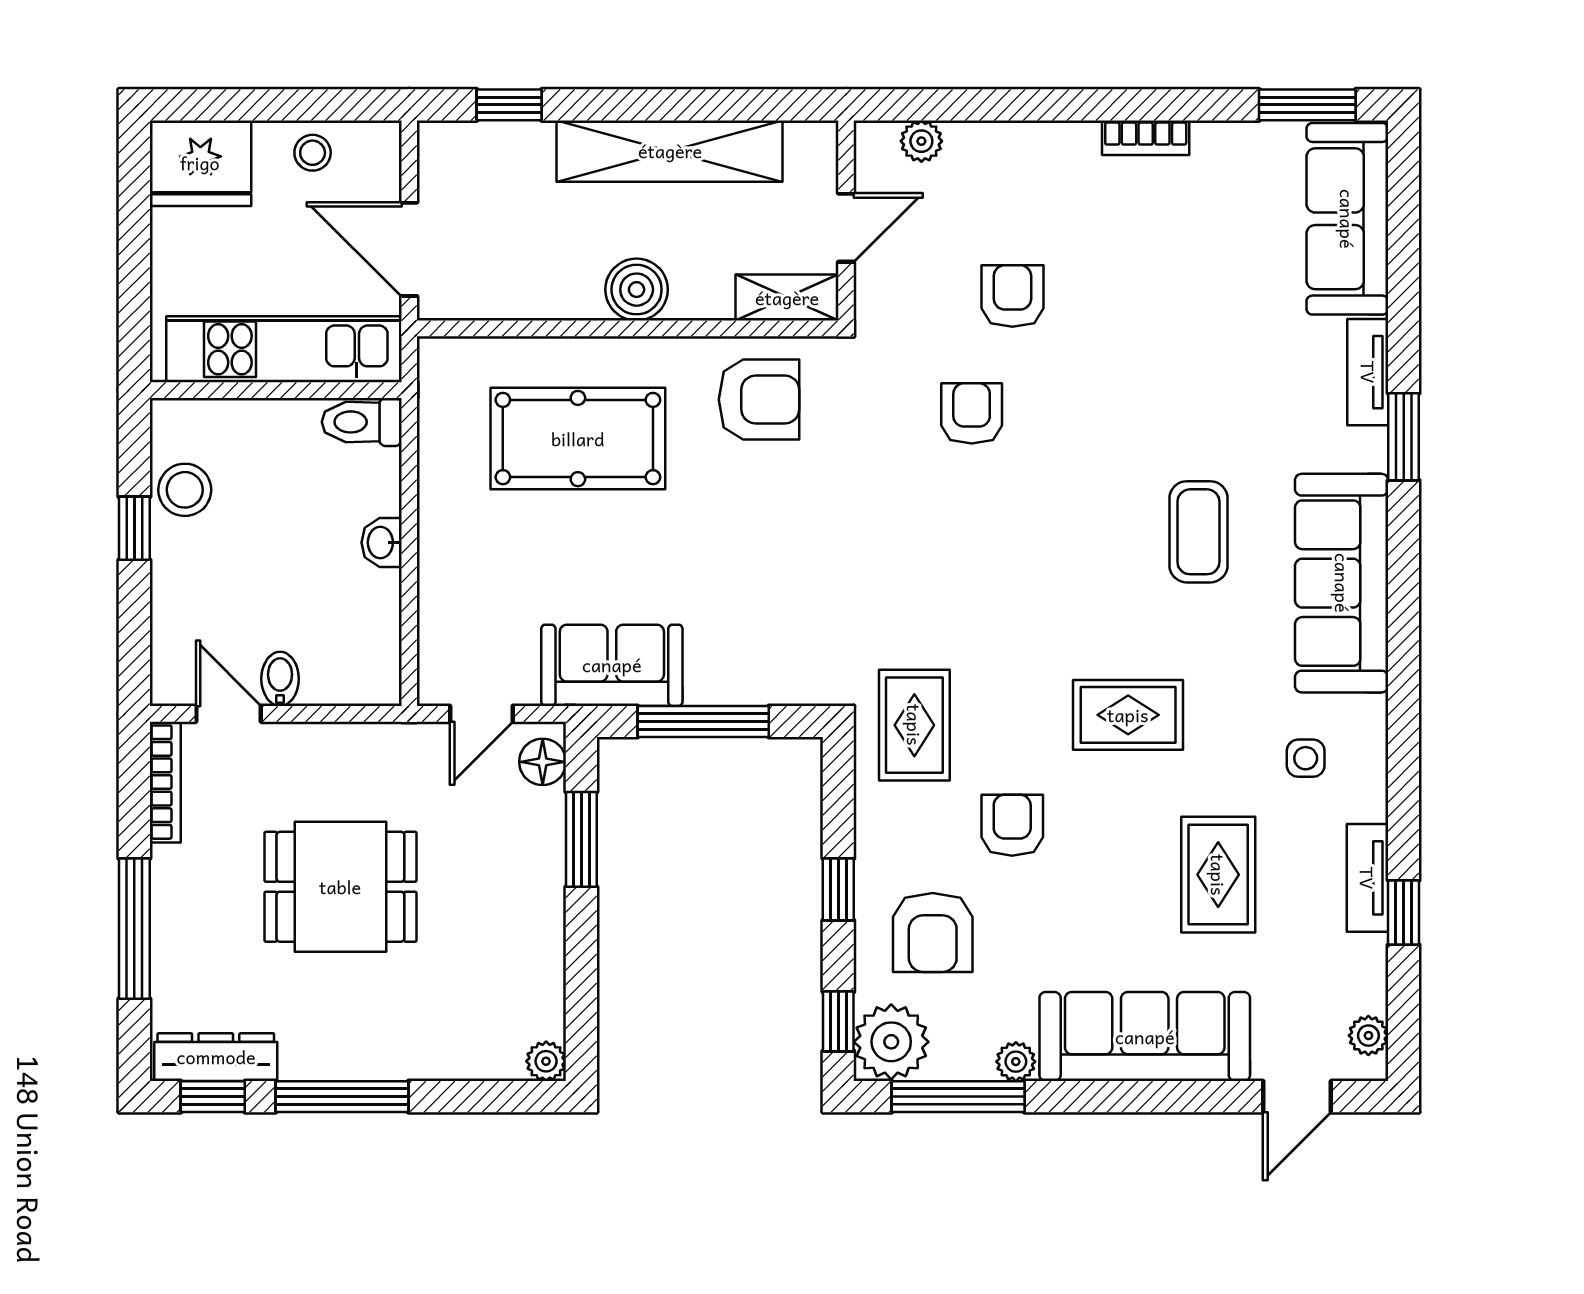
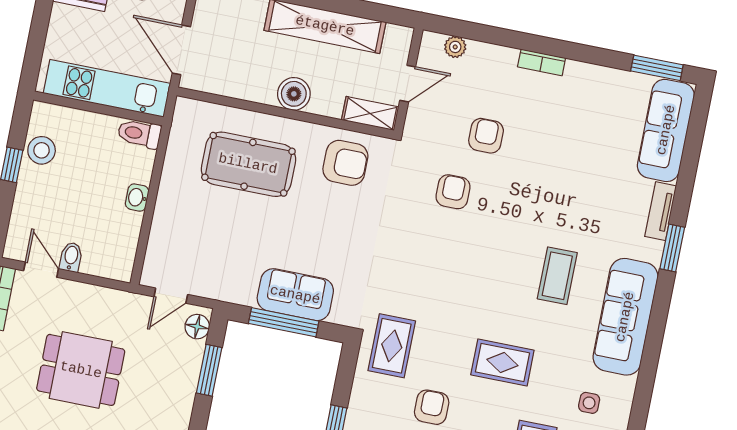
bookcase: (1146, 138) -> (542, 62), moved
sofa: (612, 665) -> (295, 295), moved

